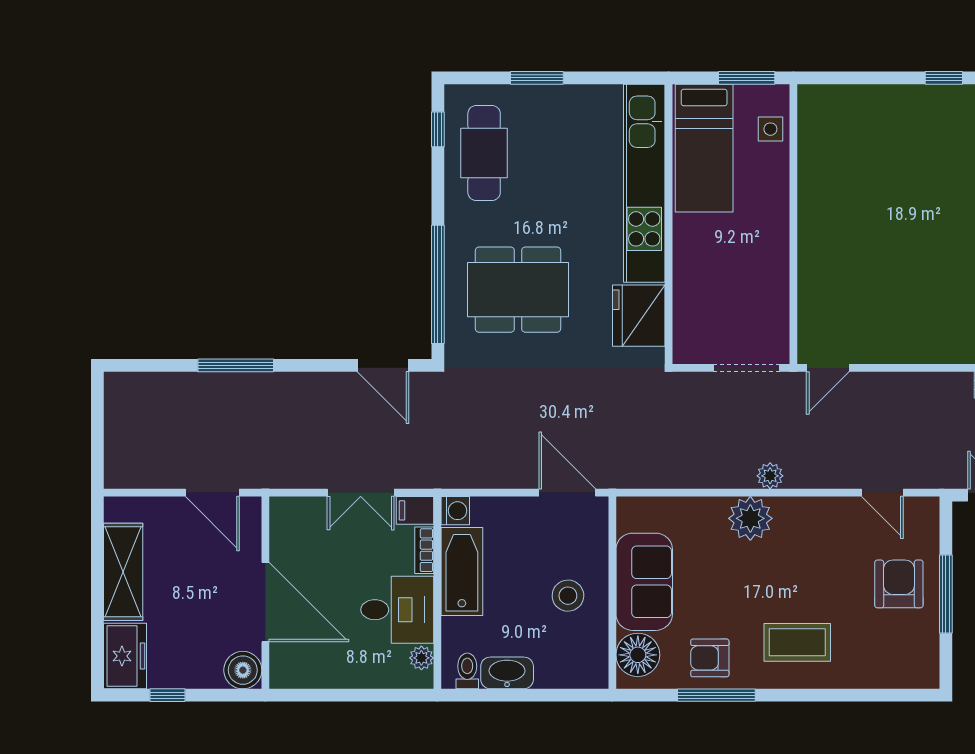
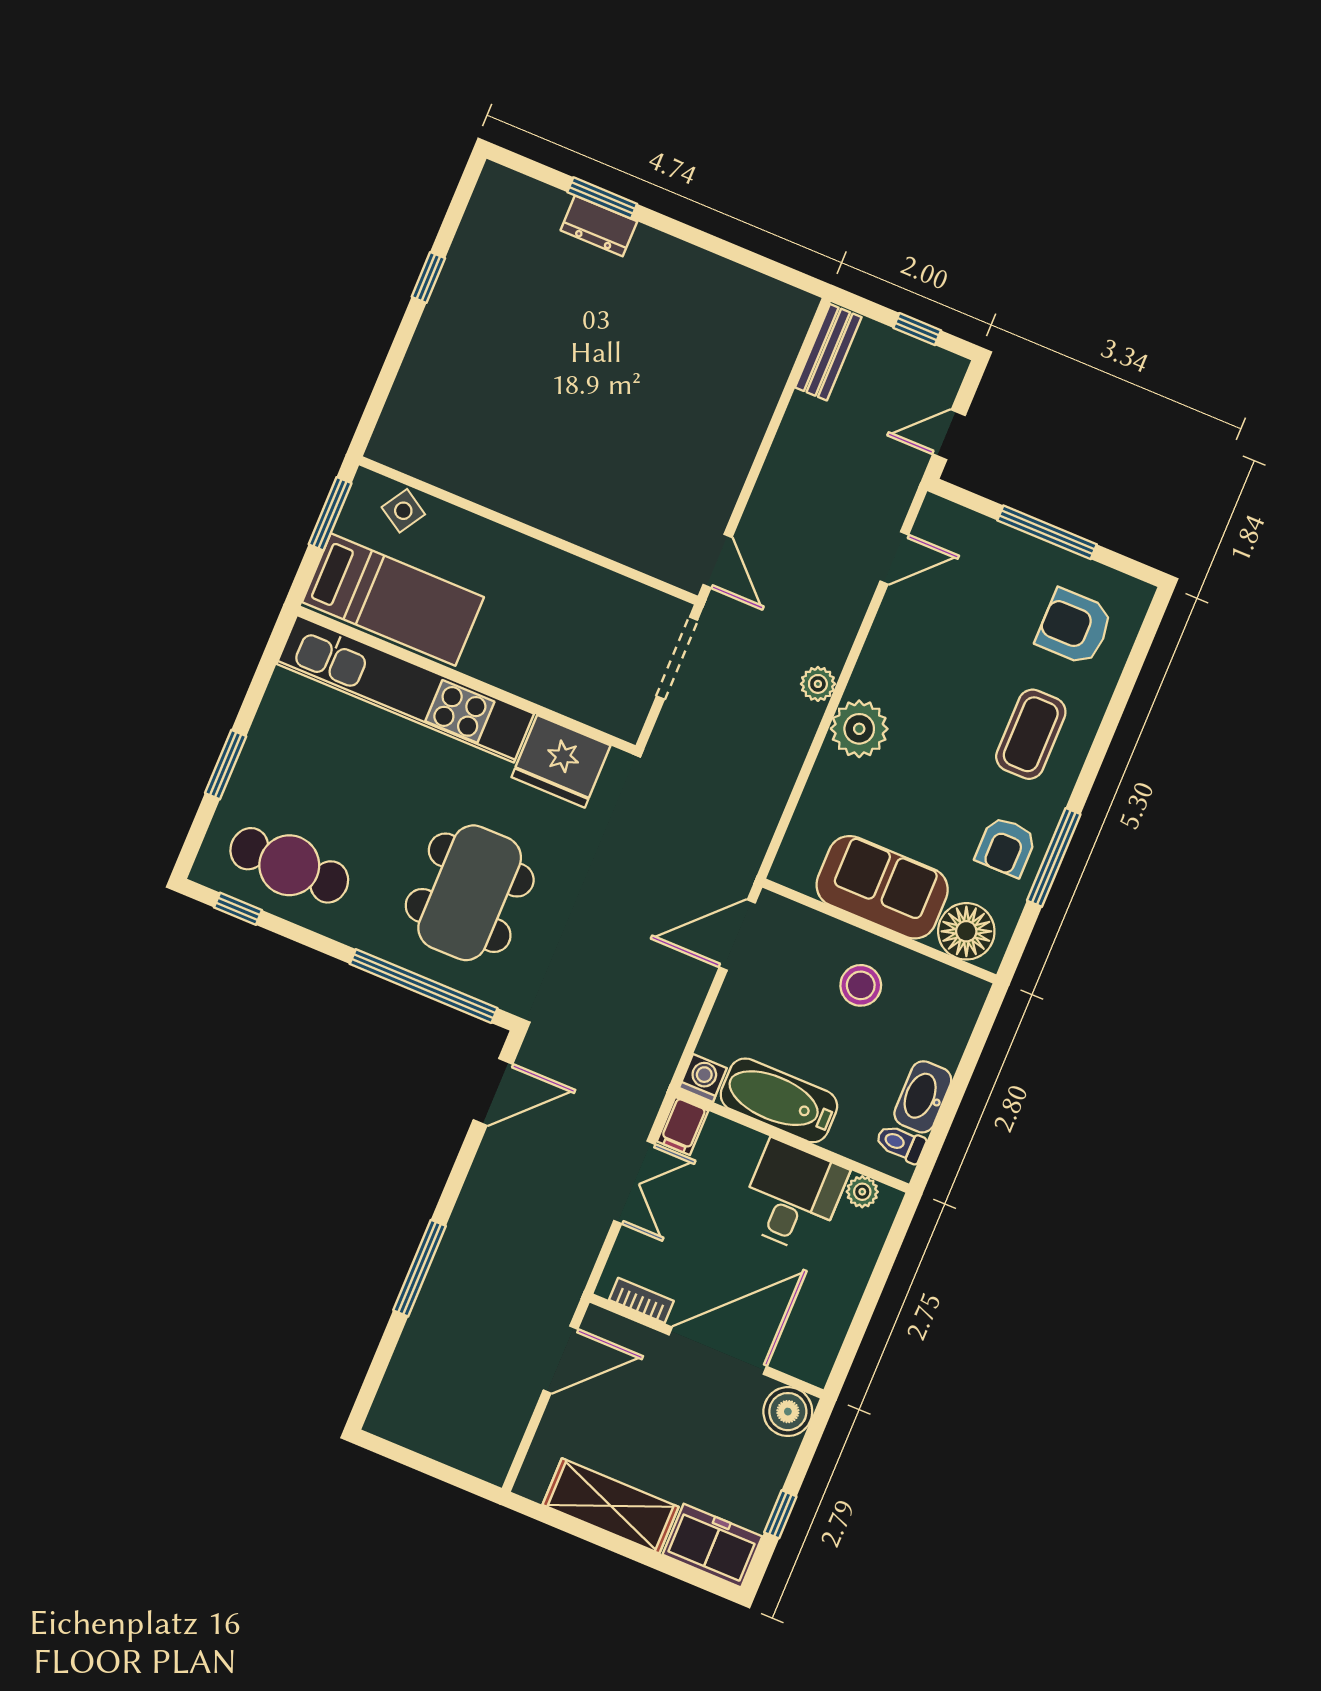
side table: (770, 129) -> (403, 511), turned 32
bookcase: (424, 550) -> (641, 1300), moved, turned 180
armchair: (899, 584) -> (1074, 627), moved

